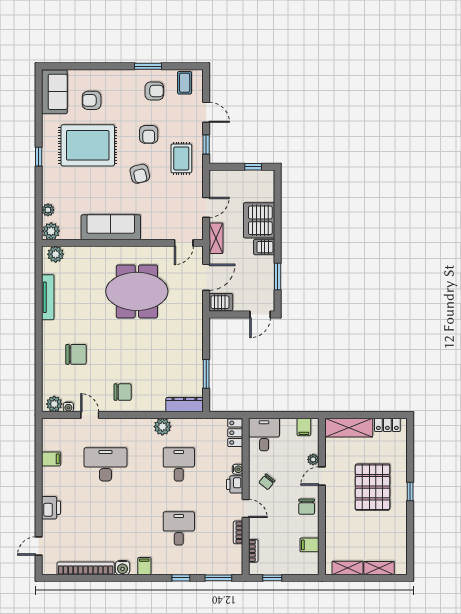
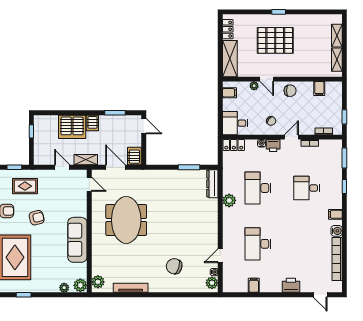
chair: (76, 354) -> (174, 266), turned -72
chair: (123, 392) -> (203, 231), removed
desk: (179, 464) -> (258, 188), width x1.37

